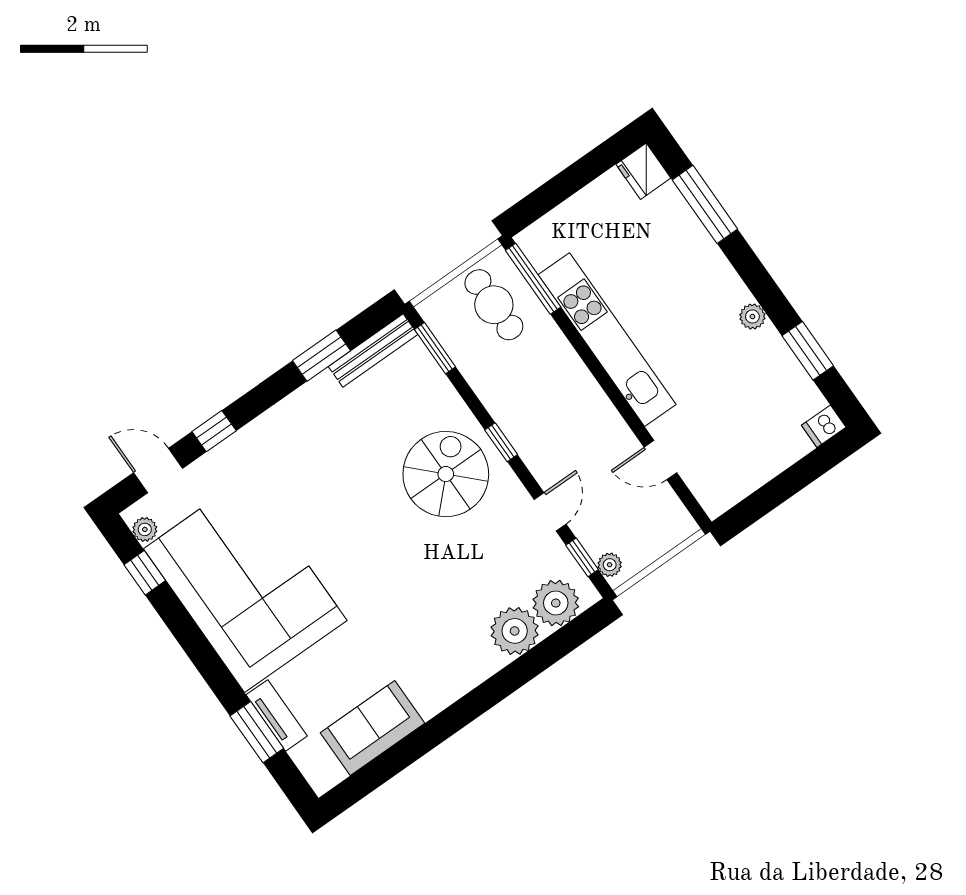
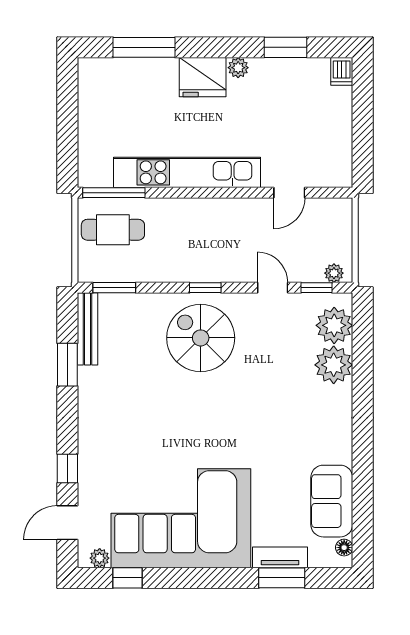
fridge: (643, 171) -> (203, 77), moved, width x1.36, depth x1.34
floor lamp: (333, 775) -> (344, 548), added

